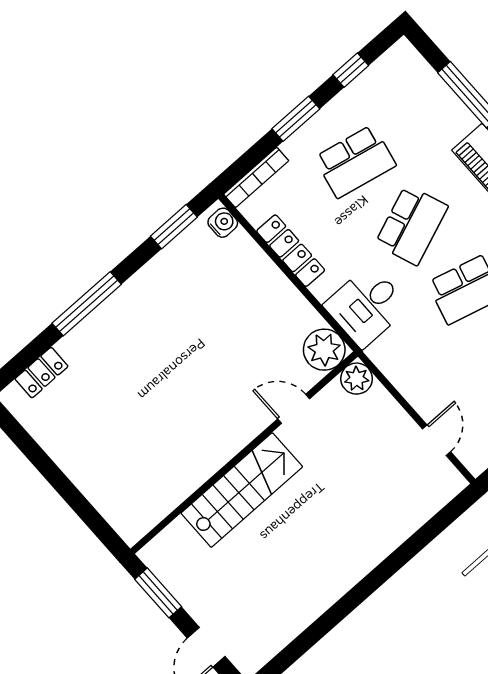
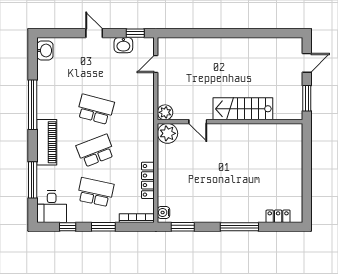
desk: (366, 306) -> (52, 207), moved, turned 90

